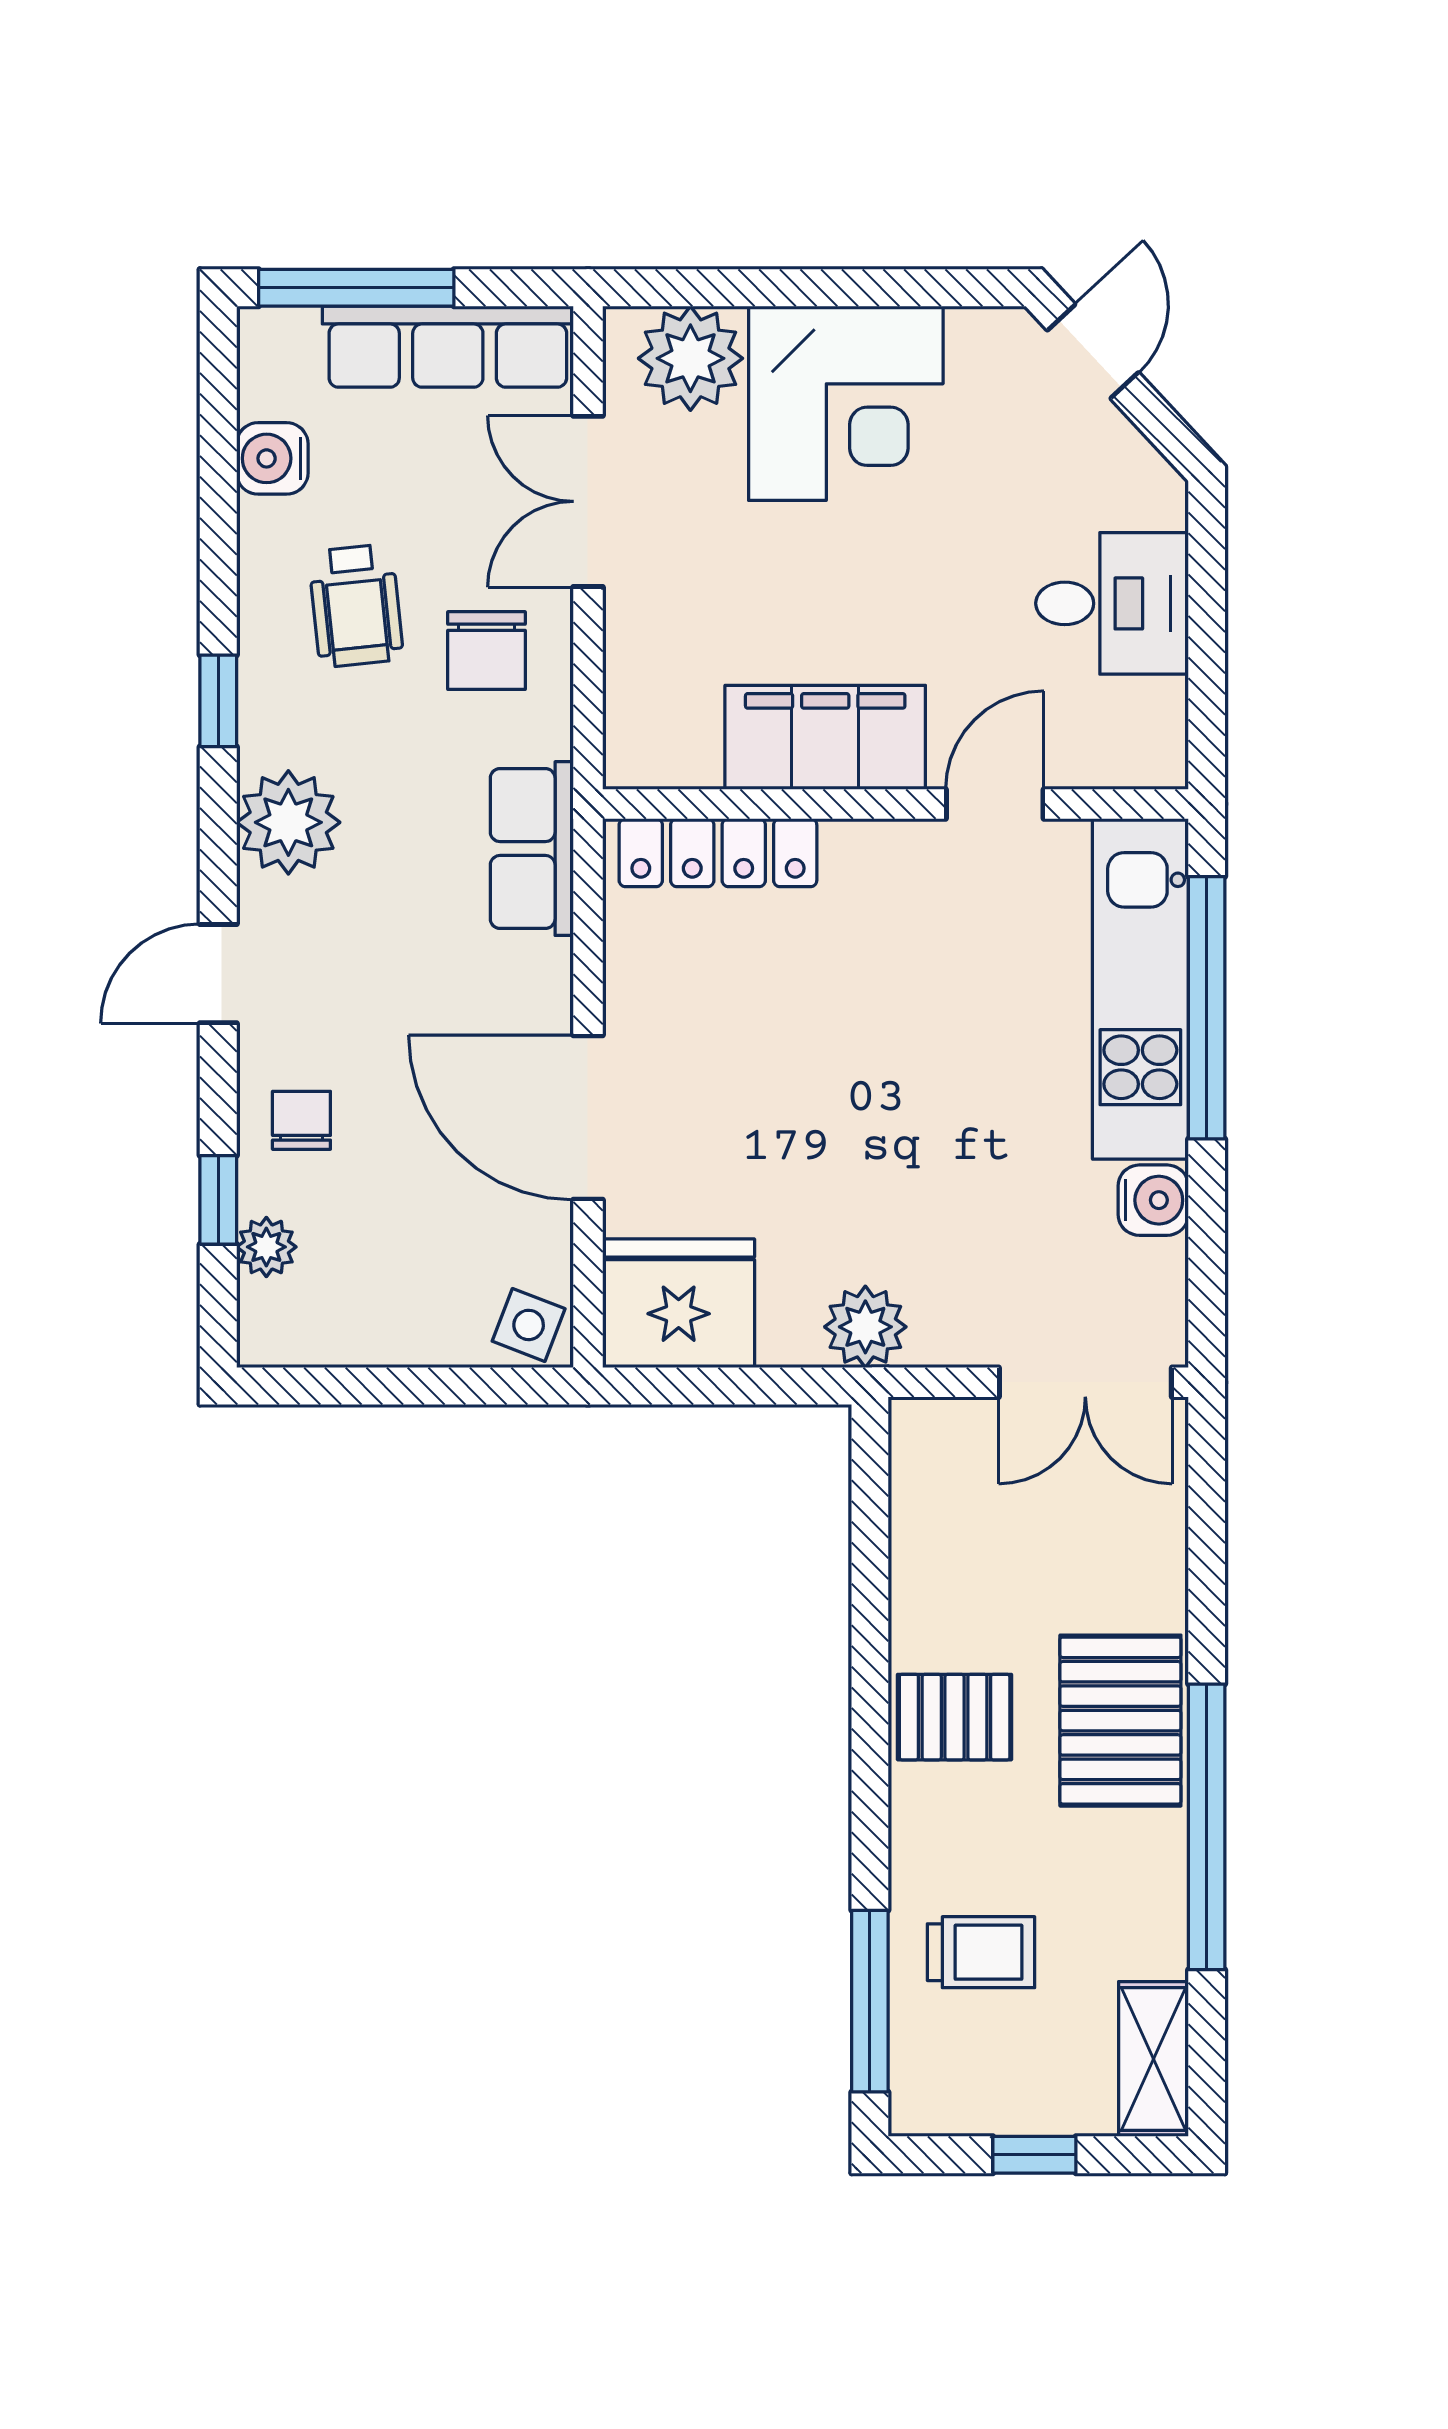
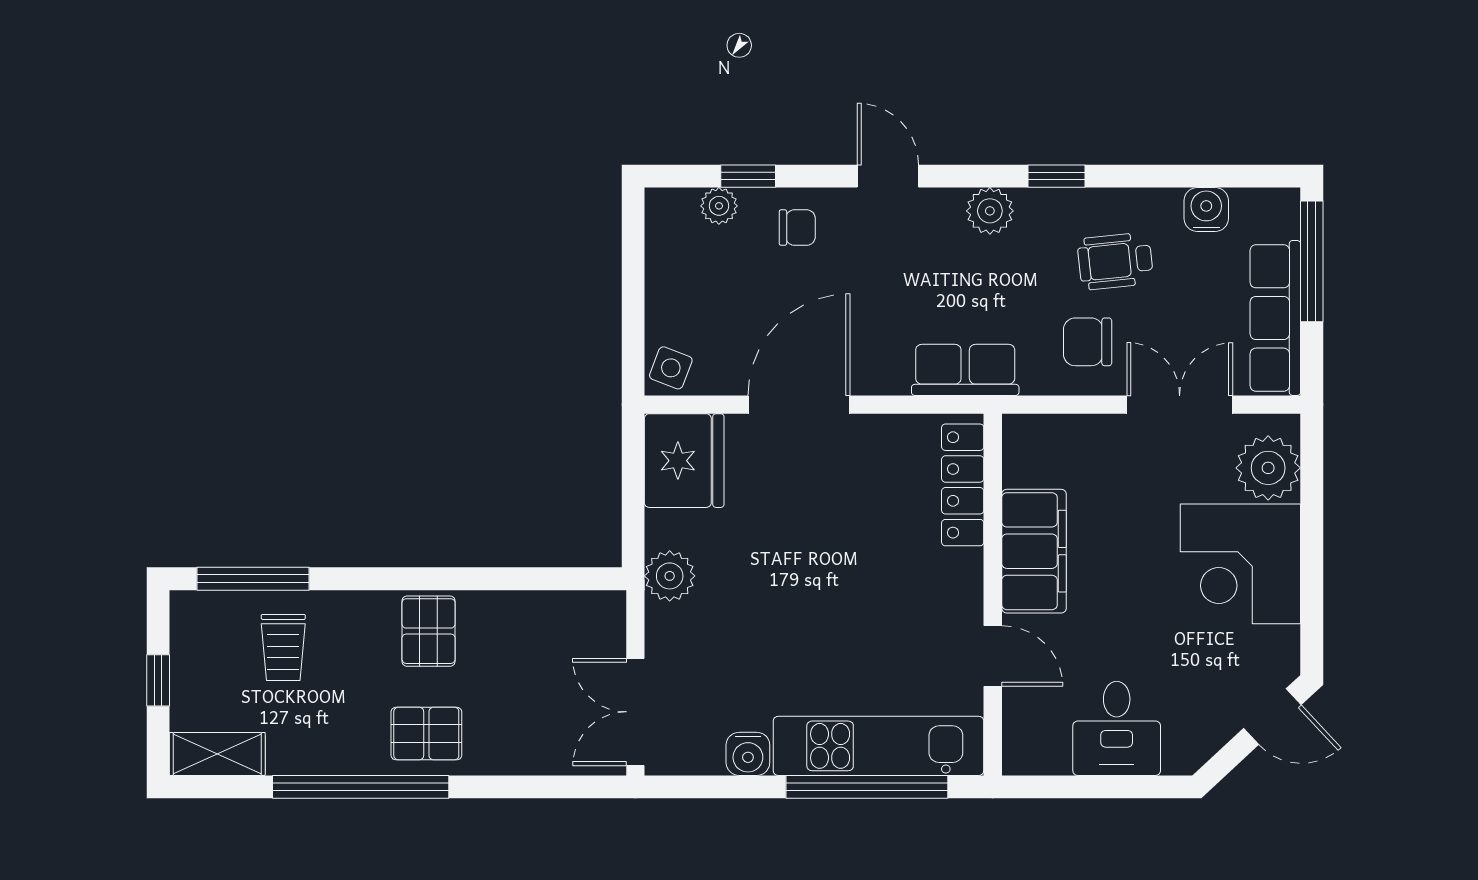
plant: (288, 822) -> (990, 211), width x0.73, depth x0.73
pallet: (1120, 1721) -> (426, 734), width x0.67, depth x0.71

